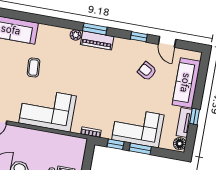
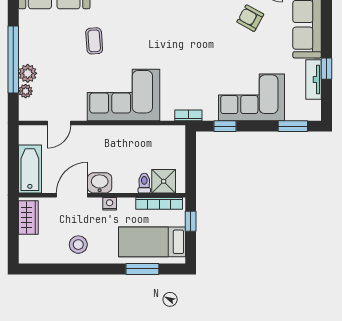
floor lamp: (180, 144) -> (313, 109), removed
window: (140, 149) -> (293, 126), moved

